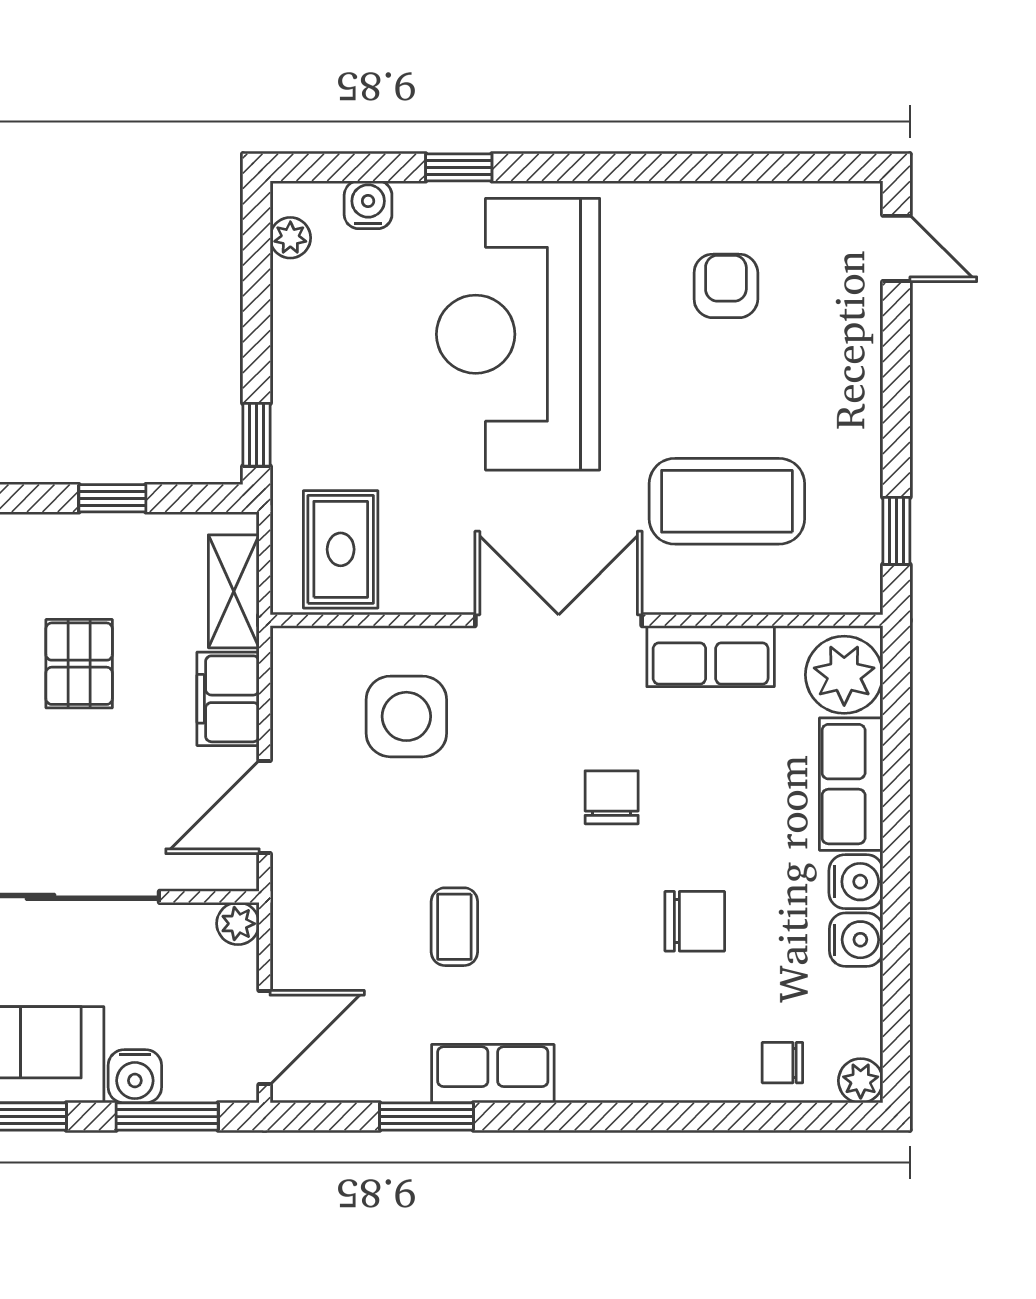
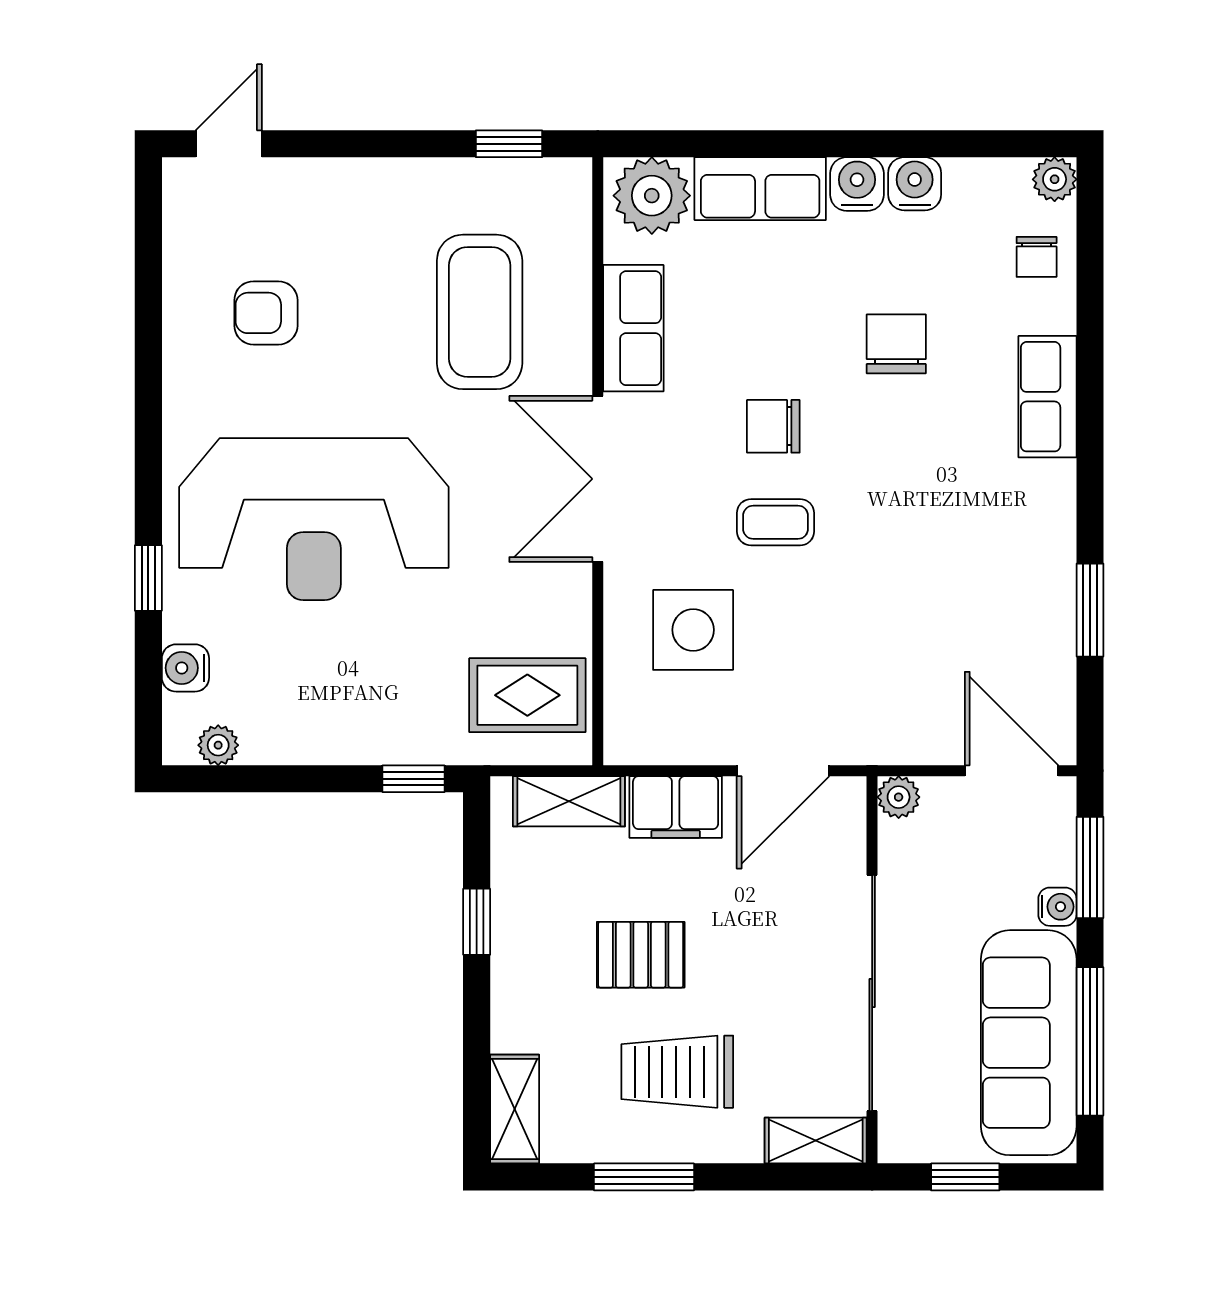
door: (265, 807) -> (783, 771), hinge flipped
coffee table: (454, 927) -> (776, 522), moved
row of seats: (493, 1074) -> (1048, 397), moved
water cooler: (135, 1076) -> (1057, 907), width x0.72, depth x0.72

